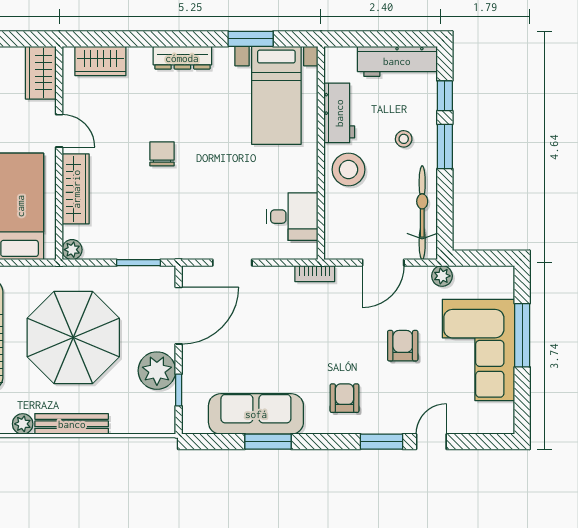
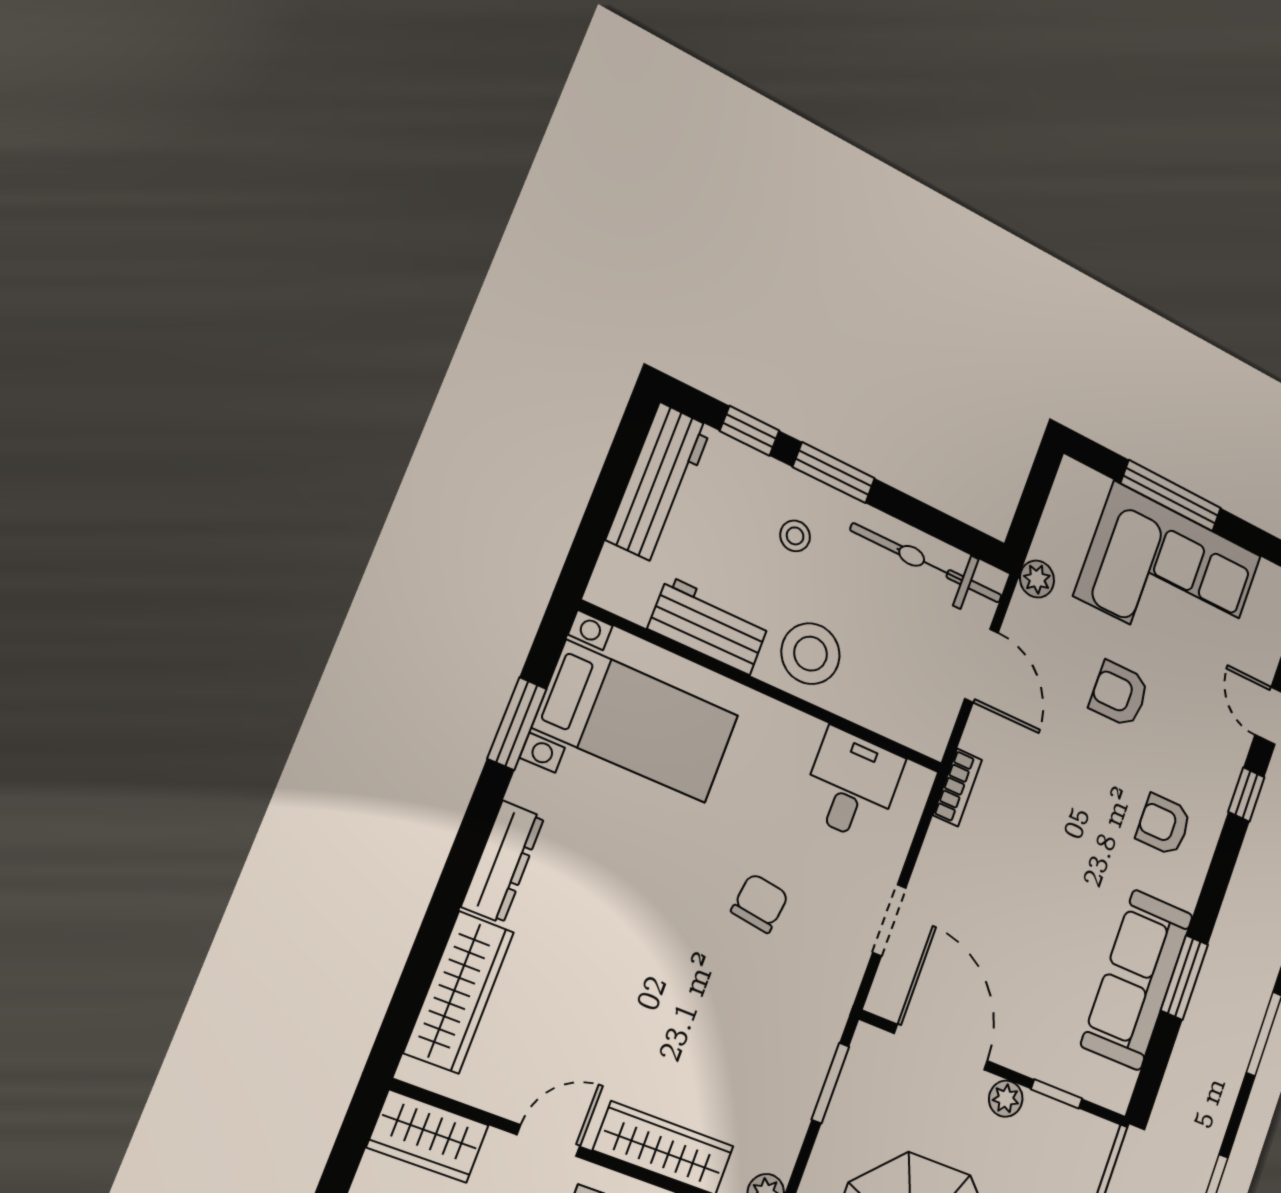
wardrobe: (100, 61) -> (459, 992), width x1.50
chair: (162, 154) -> (760, 903), moved, turned 98
plant: (157, 371) -> (1006, 1099), width x0.53, depth x0.53
window: (382, 442) -> (1246, 794), width x0.67

